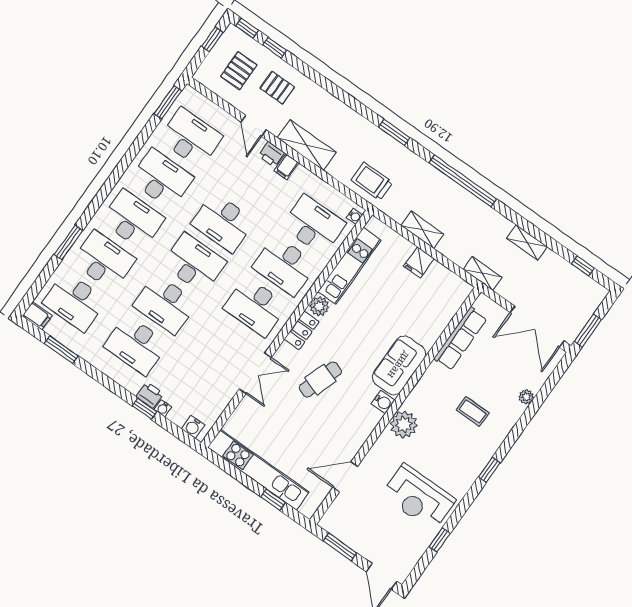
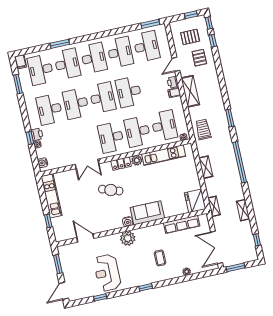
fridge: (419, 262) -> (195, 201), moved, width x1.88, depth x1.34
kitchen unit: (258, 470) -> (52, 196), width x0.73

